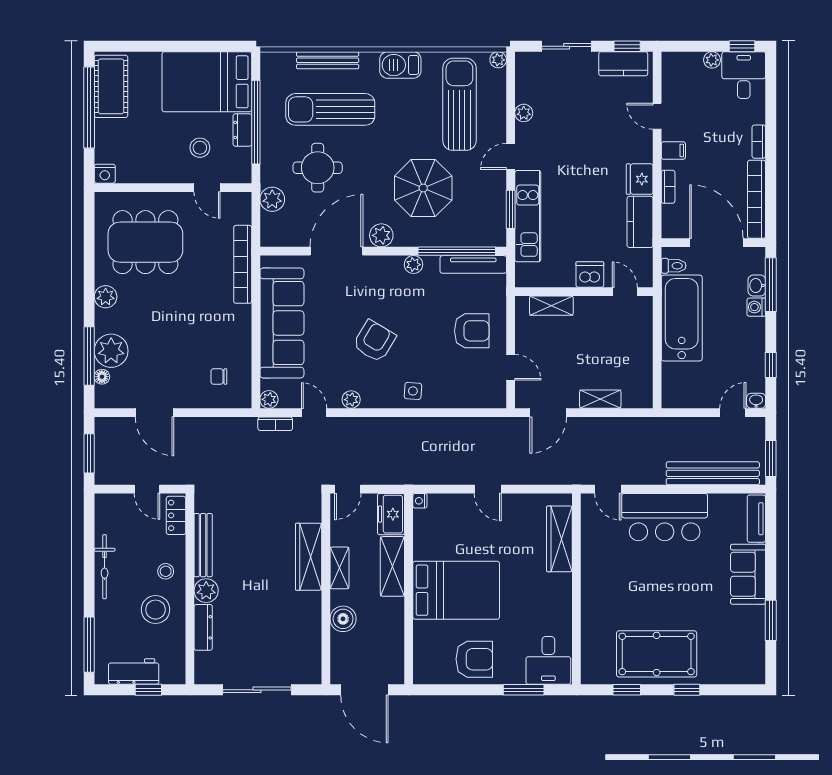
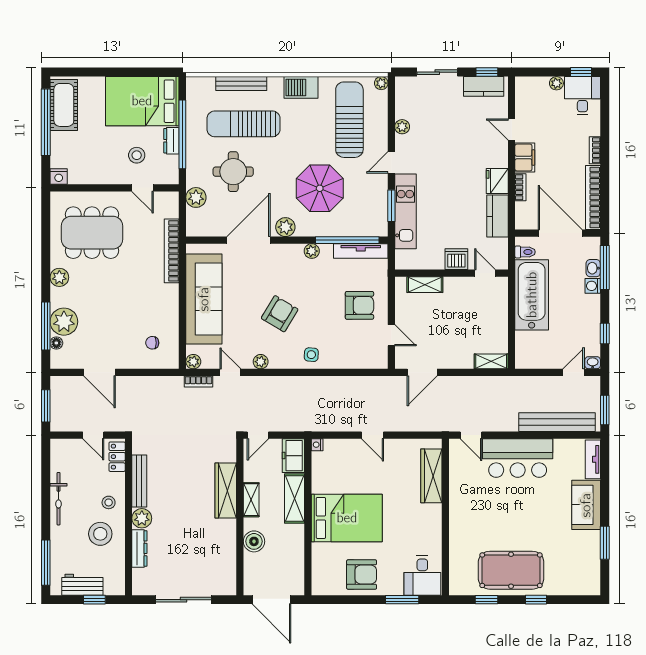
filing cabinet: (673, 150) -> (525, 158), width x2.00
shelving: (600, 399) -> (491, 361), moved

